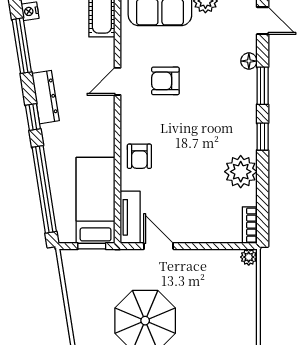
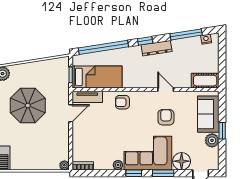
floor lamp: (249, 61) -> (182, 161), width x1.89, depth x1.89
corner sofa: (228, 112) -> (148, 153), added
plant: (241, 172) -> (118, 165), width x0.53, depth x0.53

